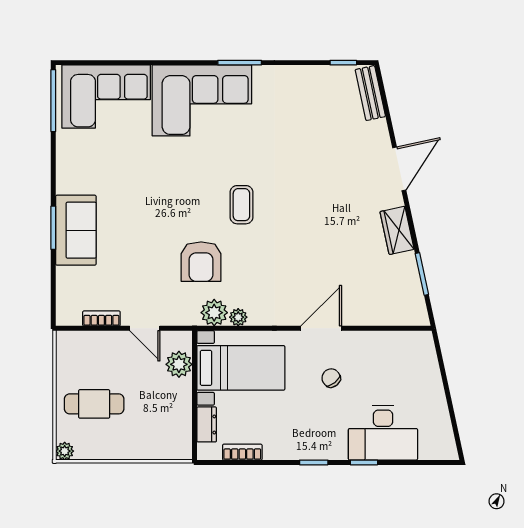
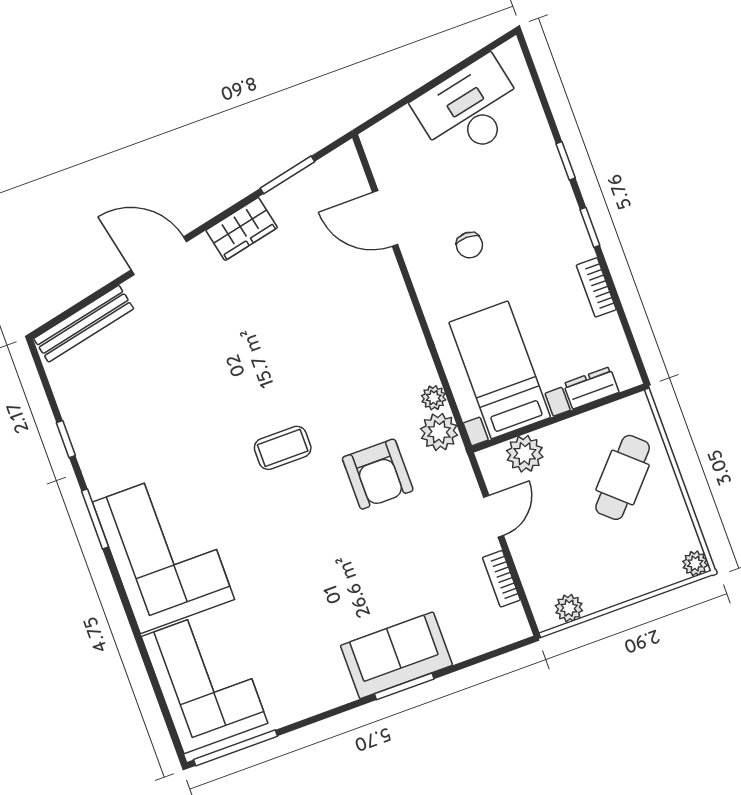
window: (343, 63) -> (66, 439), moved
bench: (370, 93) -> (84, 324), width x1.36
armchair: (201, 262) -> (378, 474), turned 90
door: (321, 328) -> (385, 218), moved
plant: (66, 356) -> (569, 608), added
chair: (331, 378) -> (469, 245), turned -51
cafe table: (94, 404) -> (623, 477), moved, turned 42
desk: (383, 433) -> (470, 109), moved, turned -102
bookcase: (242, 452) -> (596, 287), moved

